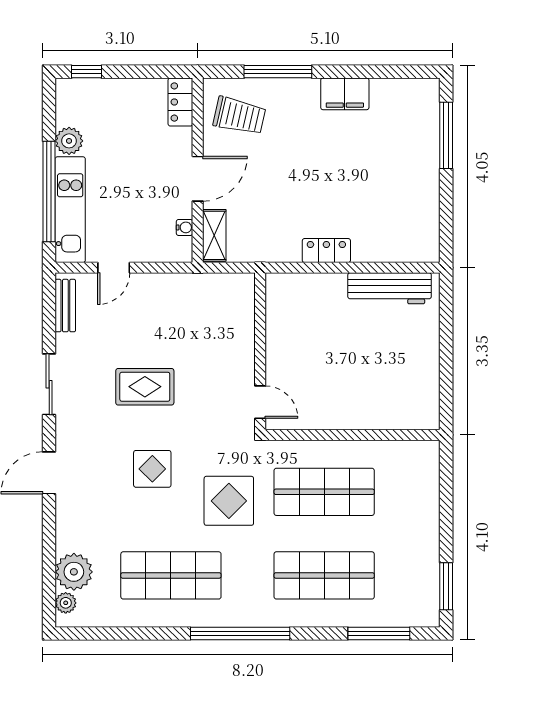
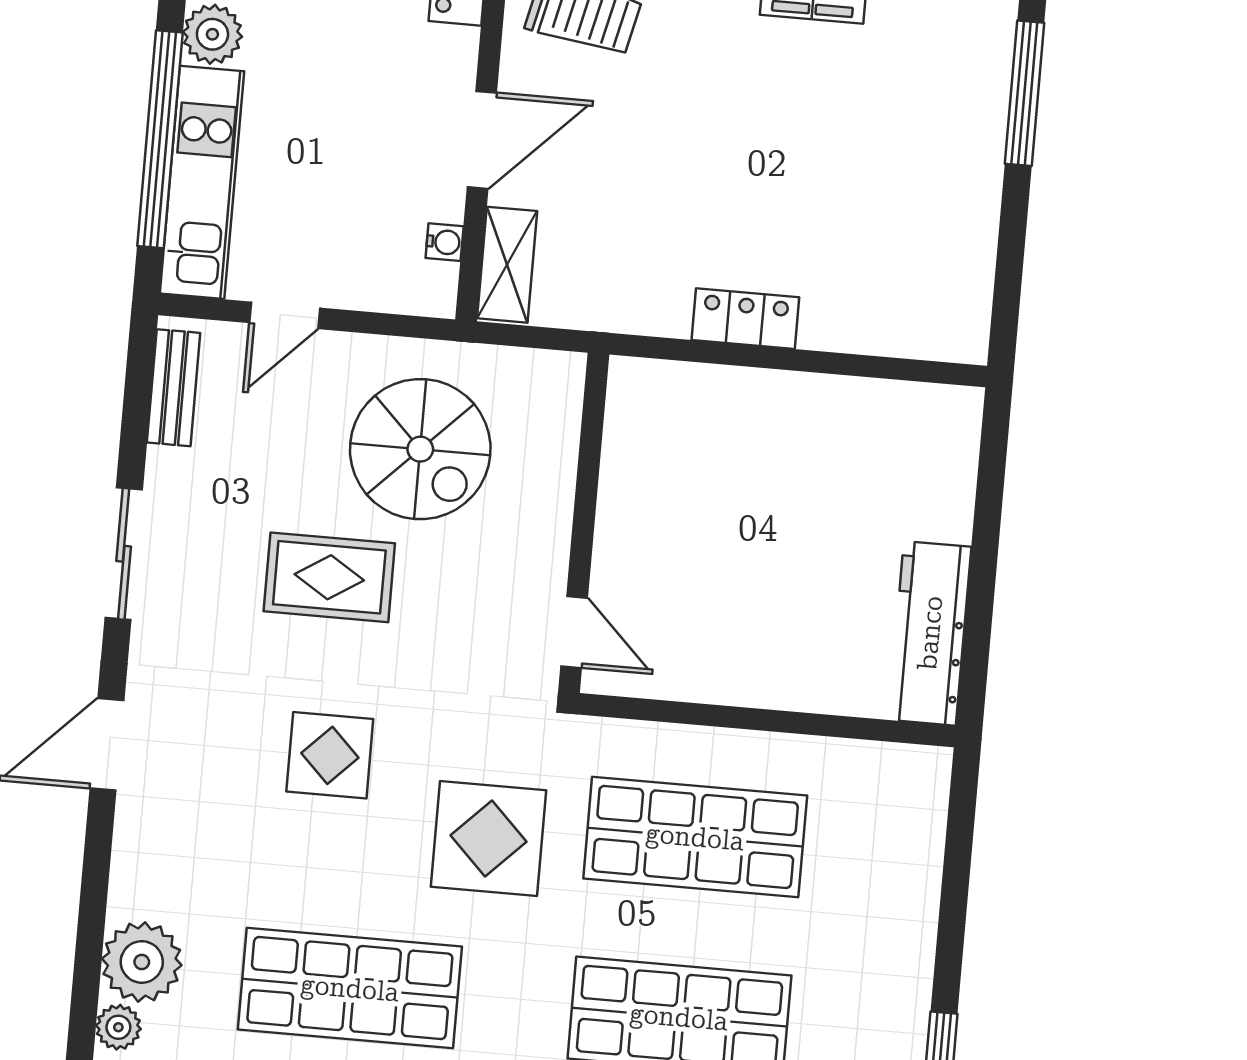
workbench: (390, 288) -> (930, 633), moved, turned 90
spiral stairs: (182, 324) -> (420, 449), added

